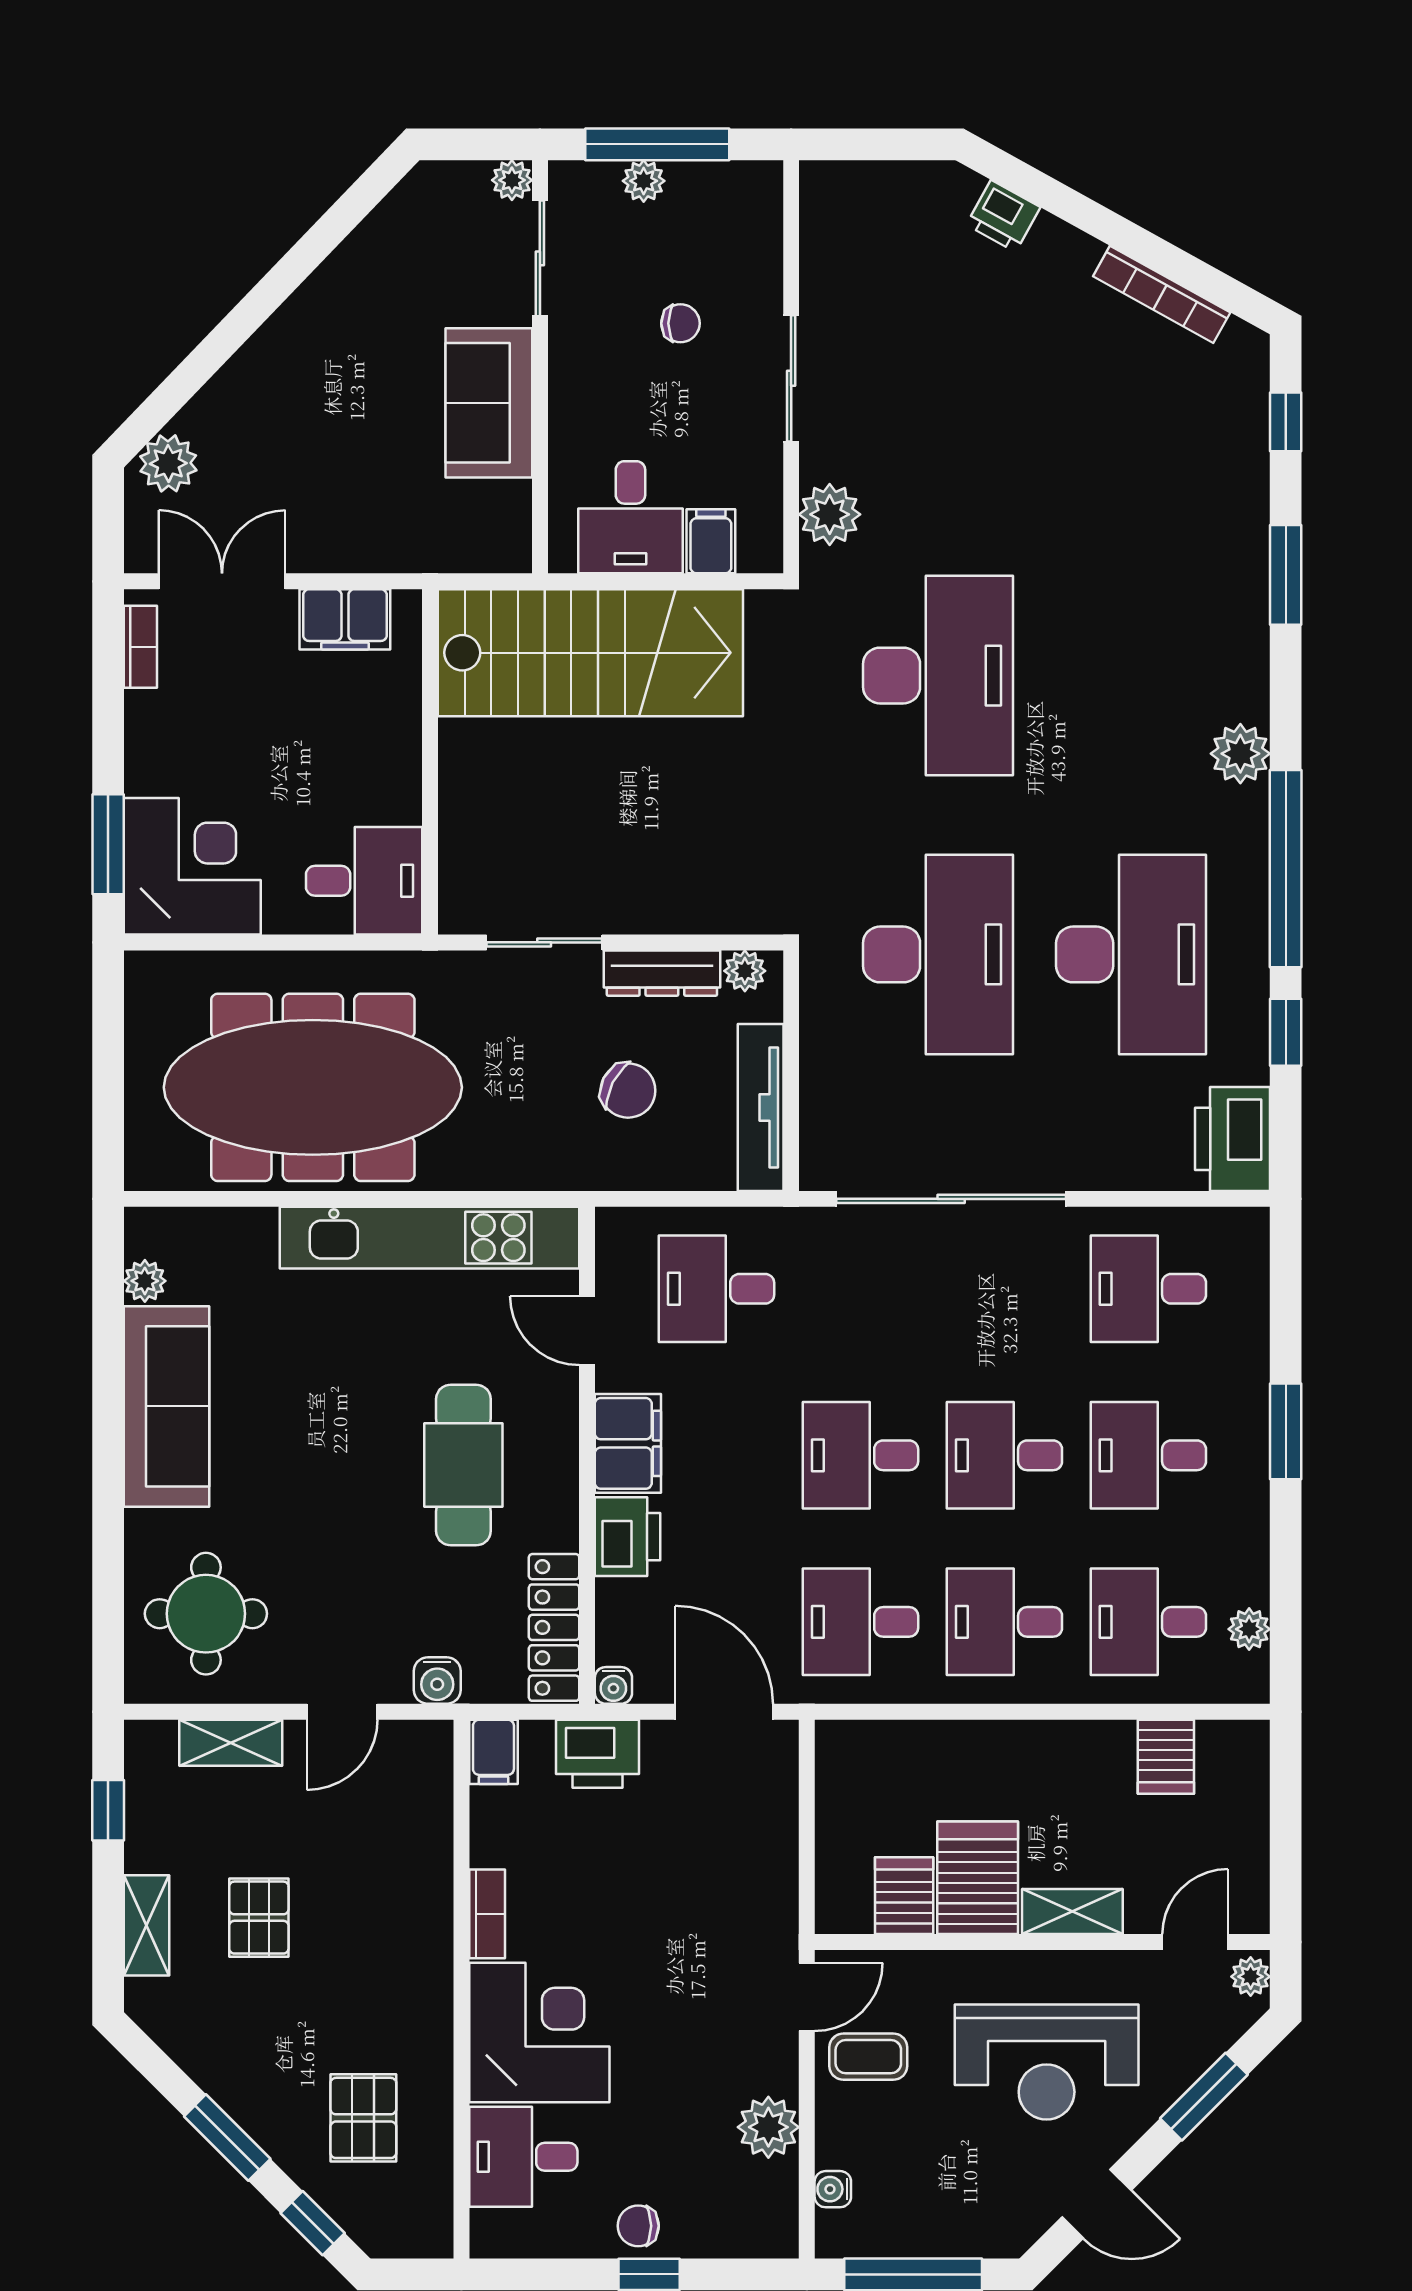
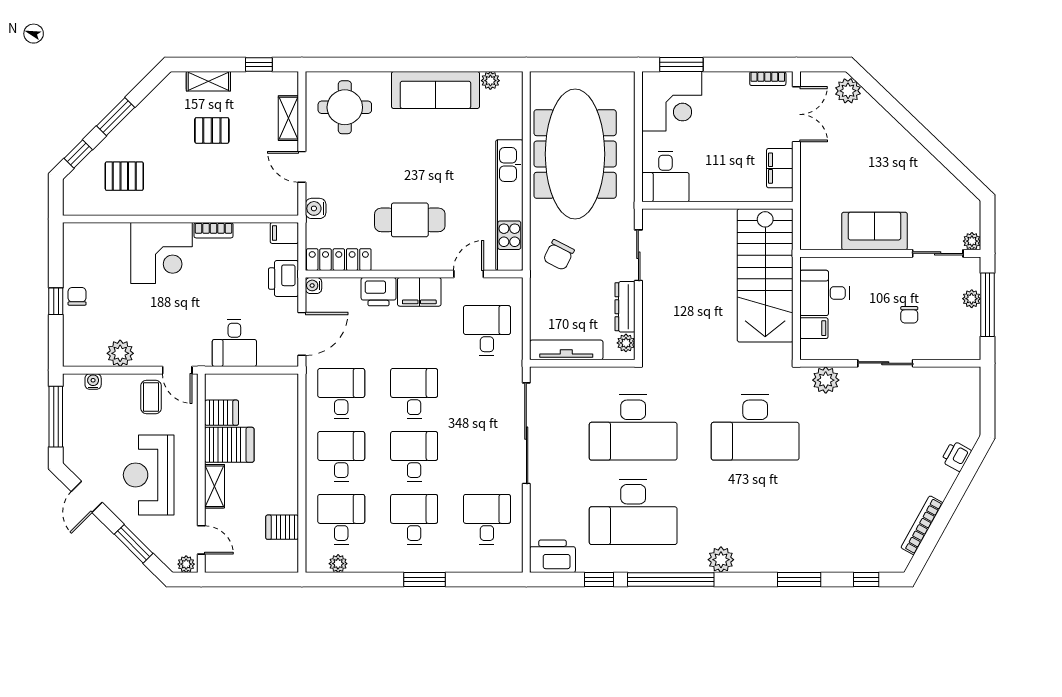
chair: (628, 1091) -> (559, 255), moved
desk: (523, 2157) -> (234, 343), moved, turned 180

